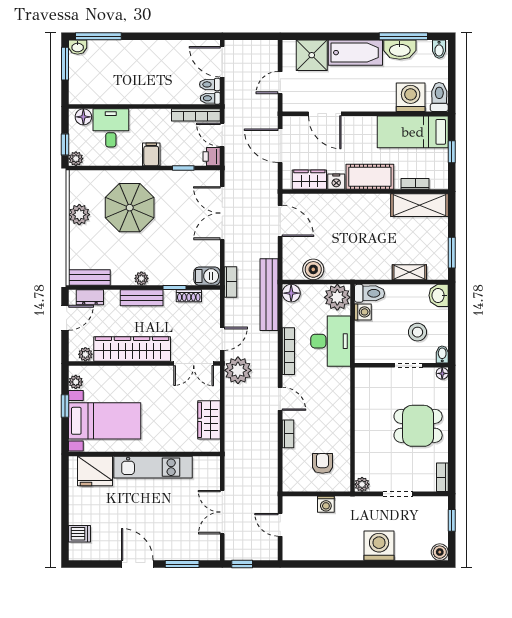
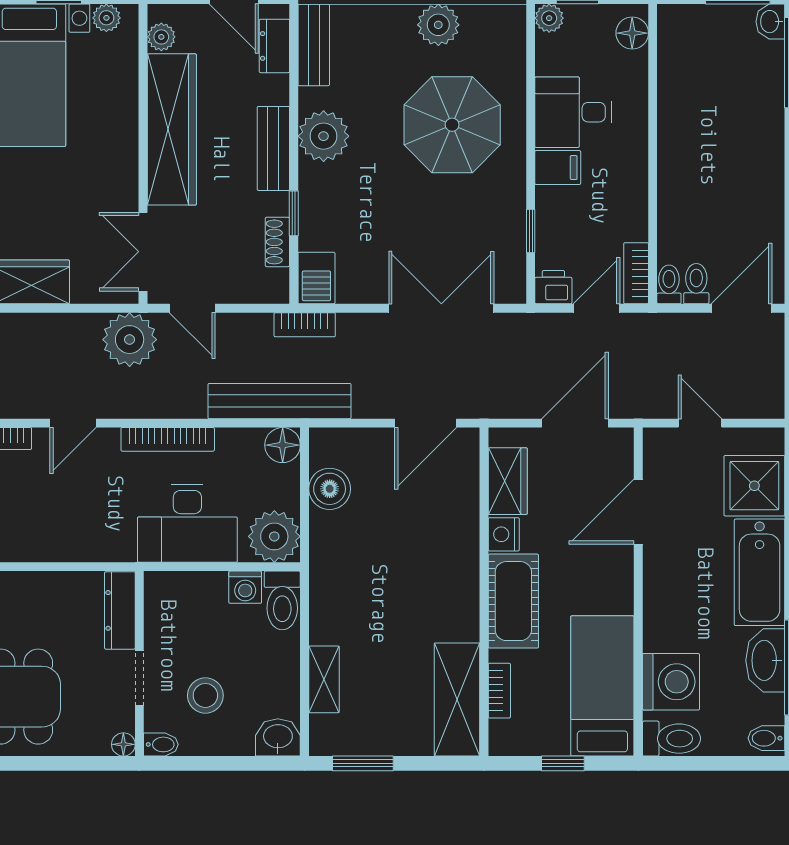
bookcase: (196, 115) -> (636, 273), width x0.64
desk: (111, 128) -> (573, 112), moved, turned 180
plant: (141, 278) -> (324, 136), width x1.87, depth x1.87
dresser: (375, 375) -> (120, 610), added

